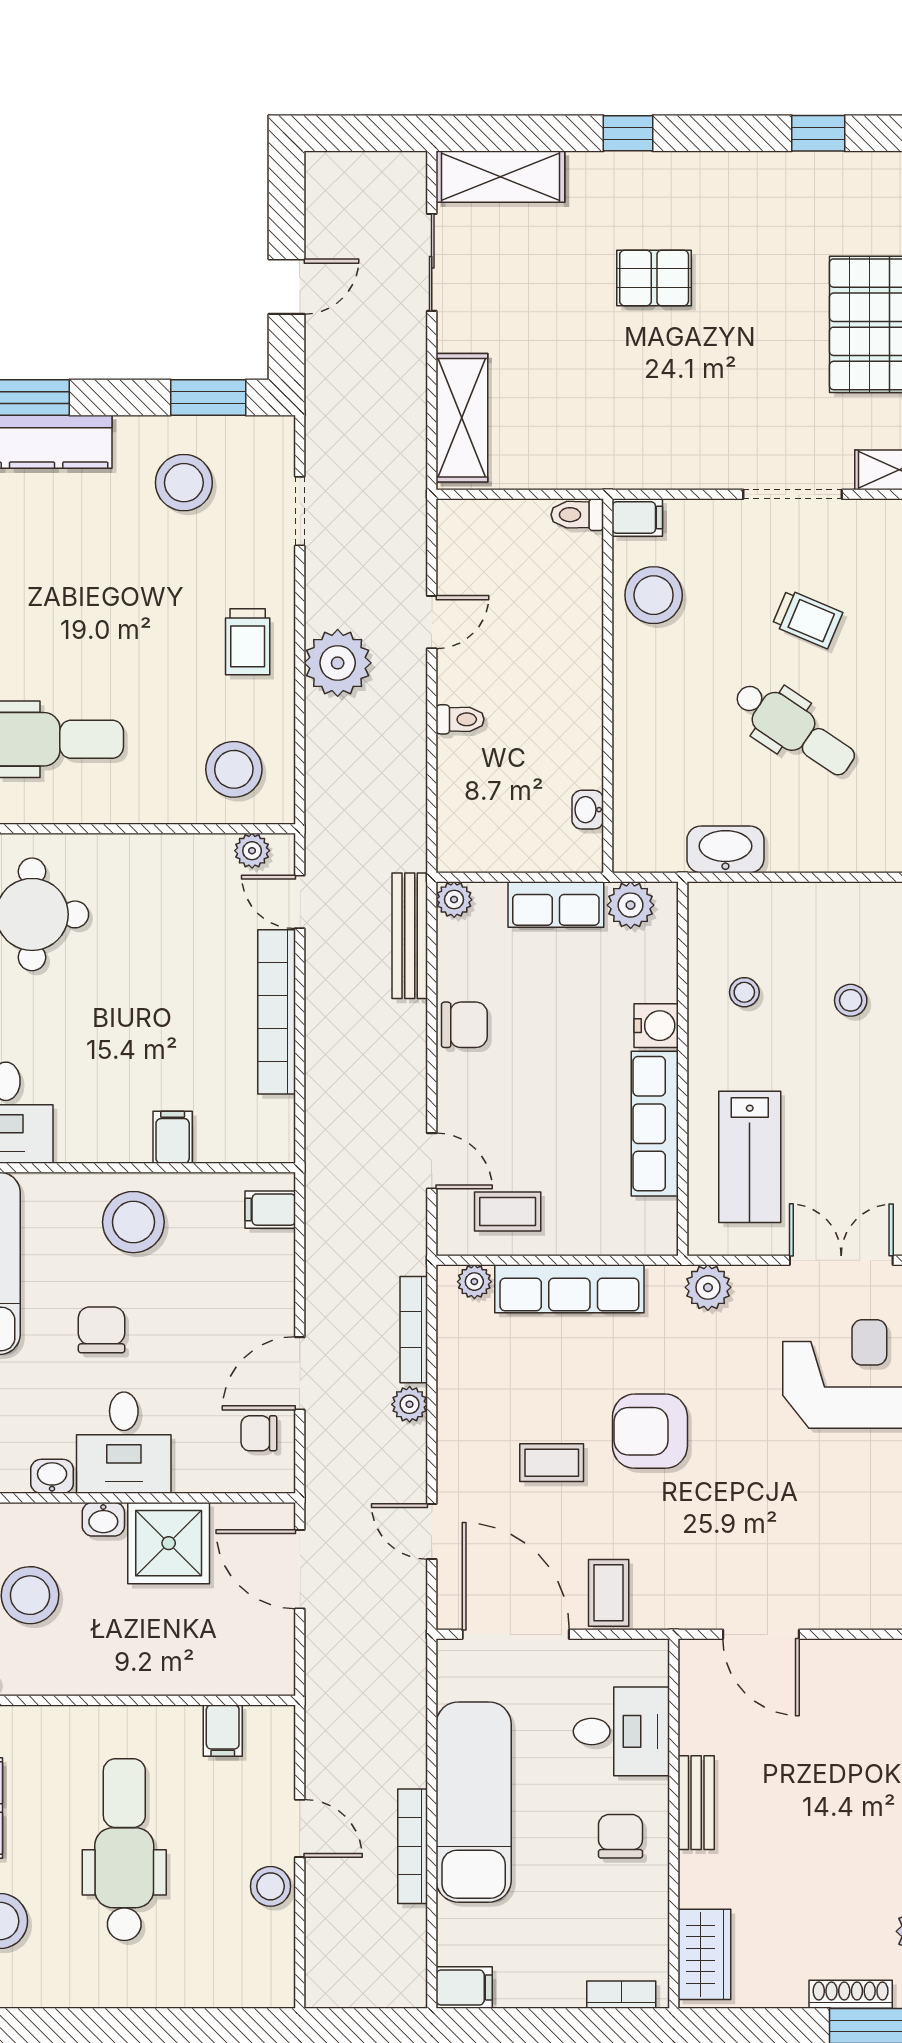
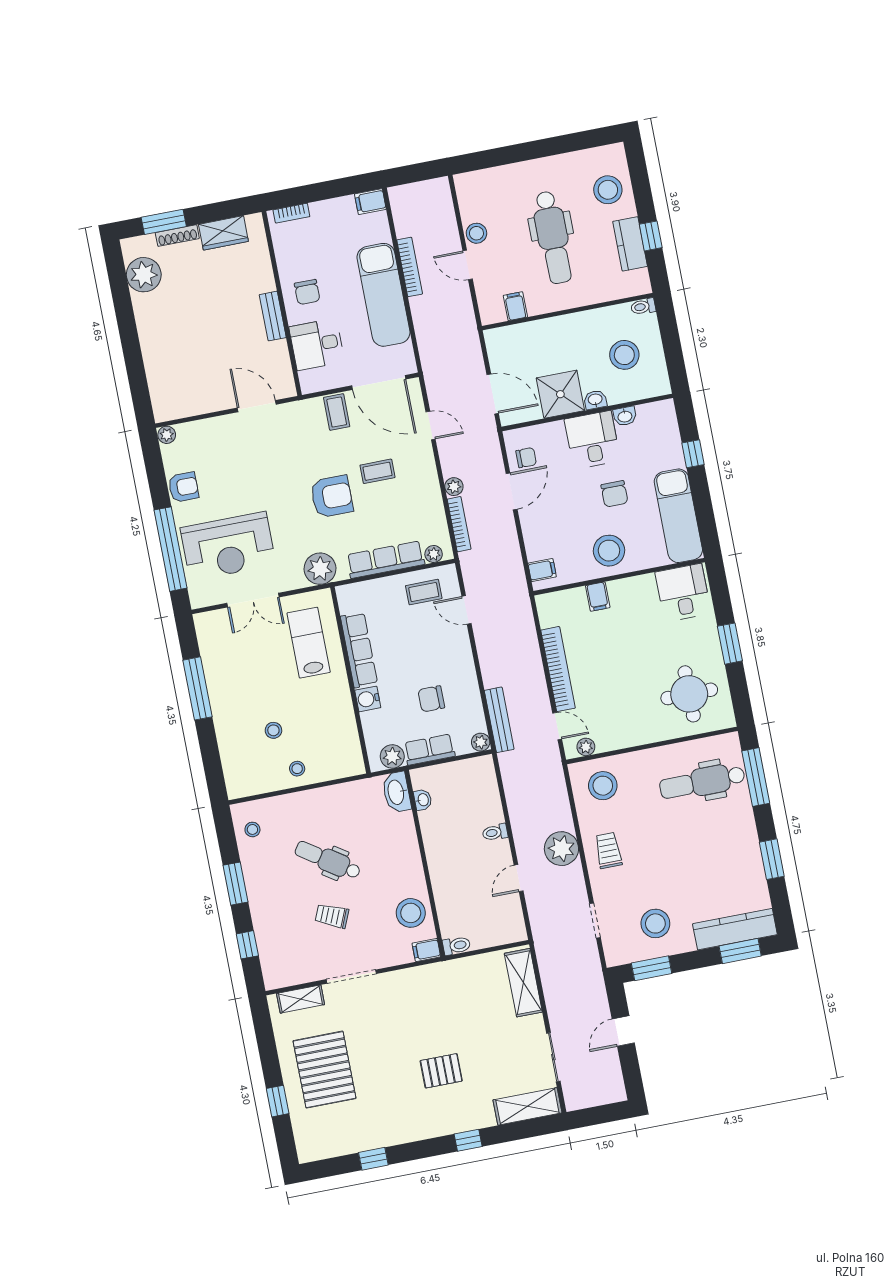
washbasin: (725, 849) -> (396, 792), moved, turned 90
stool: (744, 992) -> (297, 769), moved
chair: (464, 1025) -> (431, 699), moved
plant: (708, 1287) -> (320, 569), width x1.36, depth x1.36
wardrobe: (704, 1954) -> (223, 233), moved, turned -90

